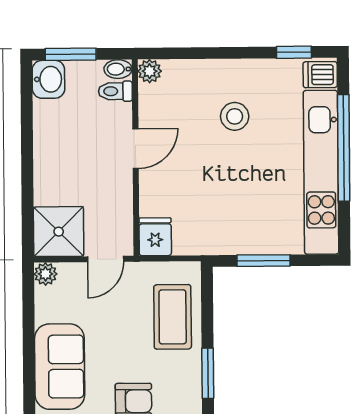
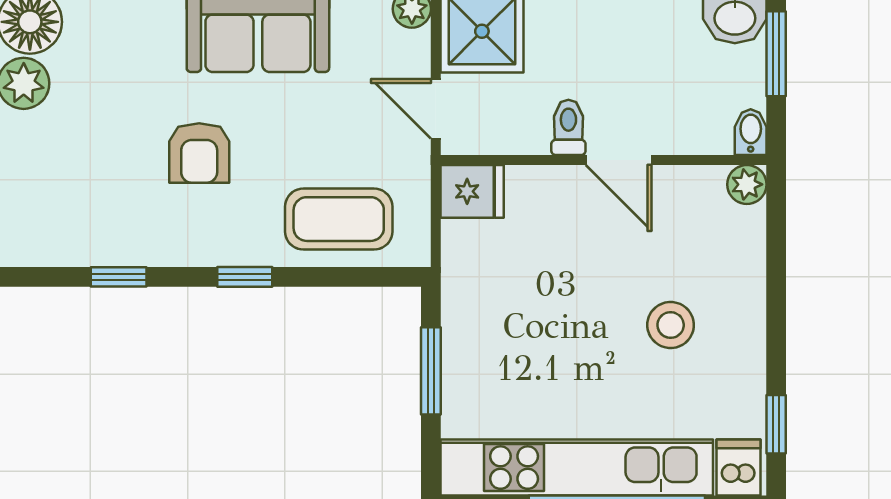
toilet: (115, 91) -> (568, 127), moved
window: (208, 373) -> (245, 277), width x0.67

